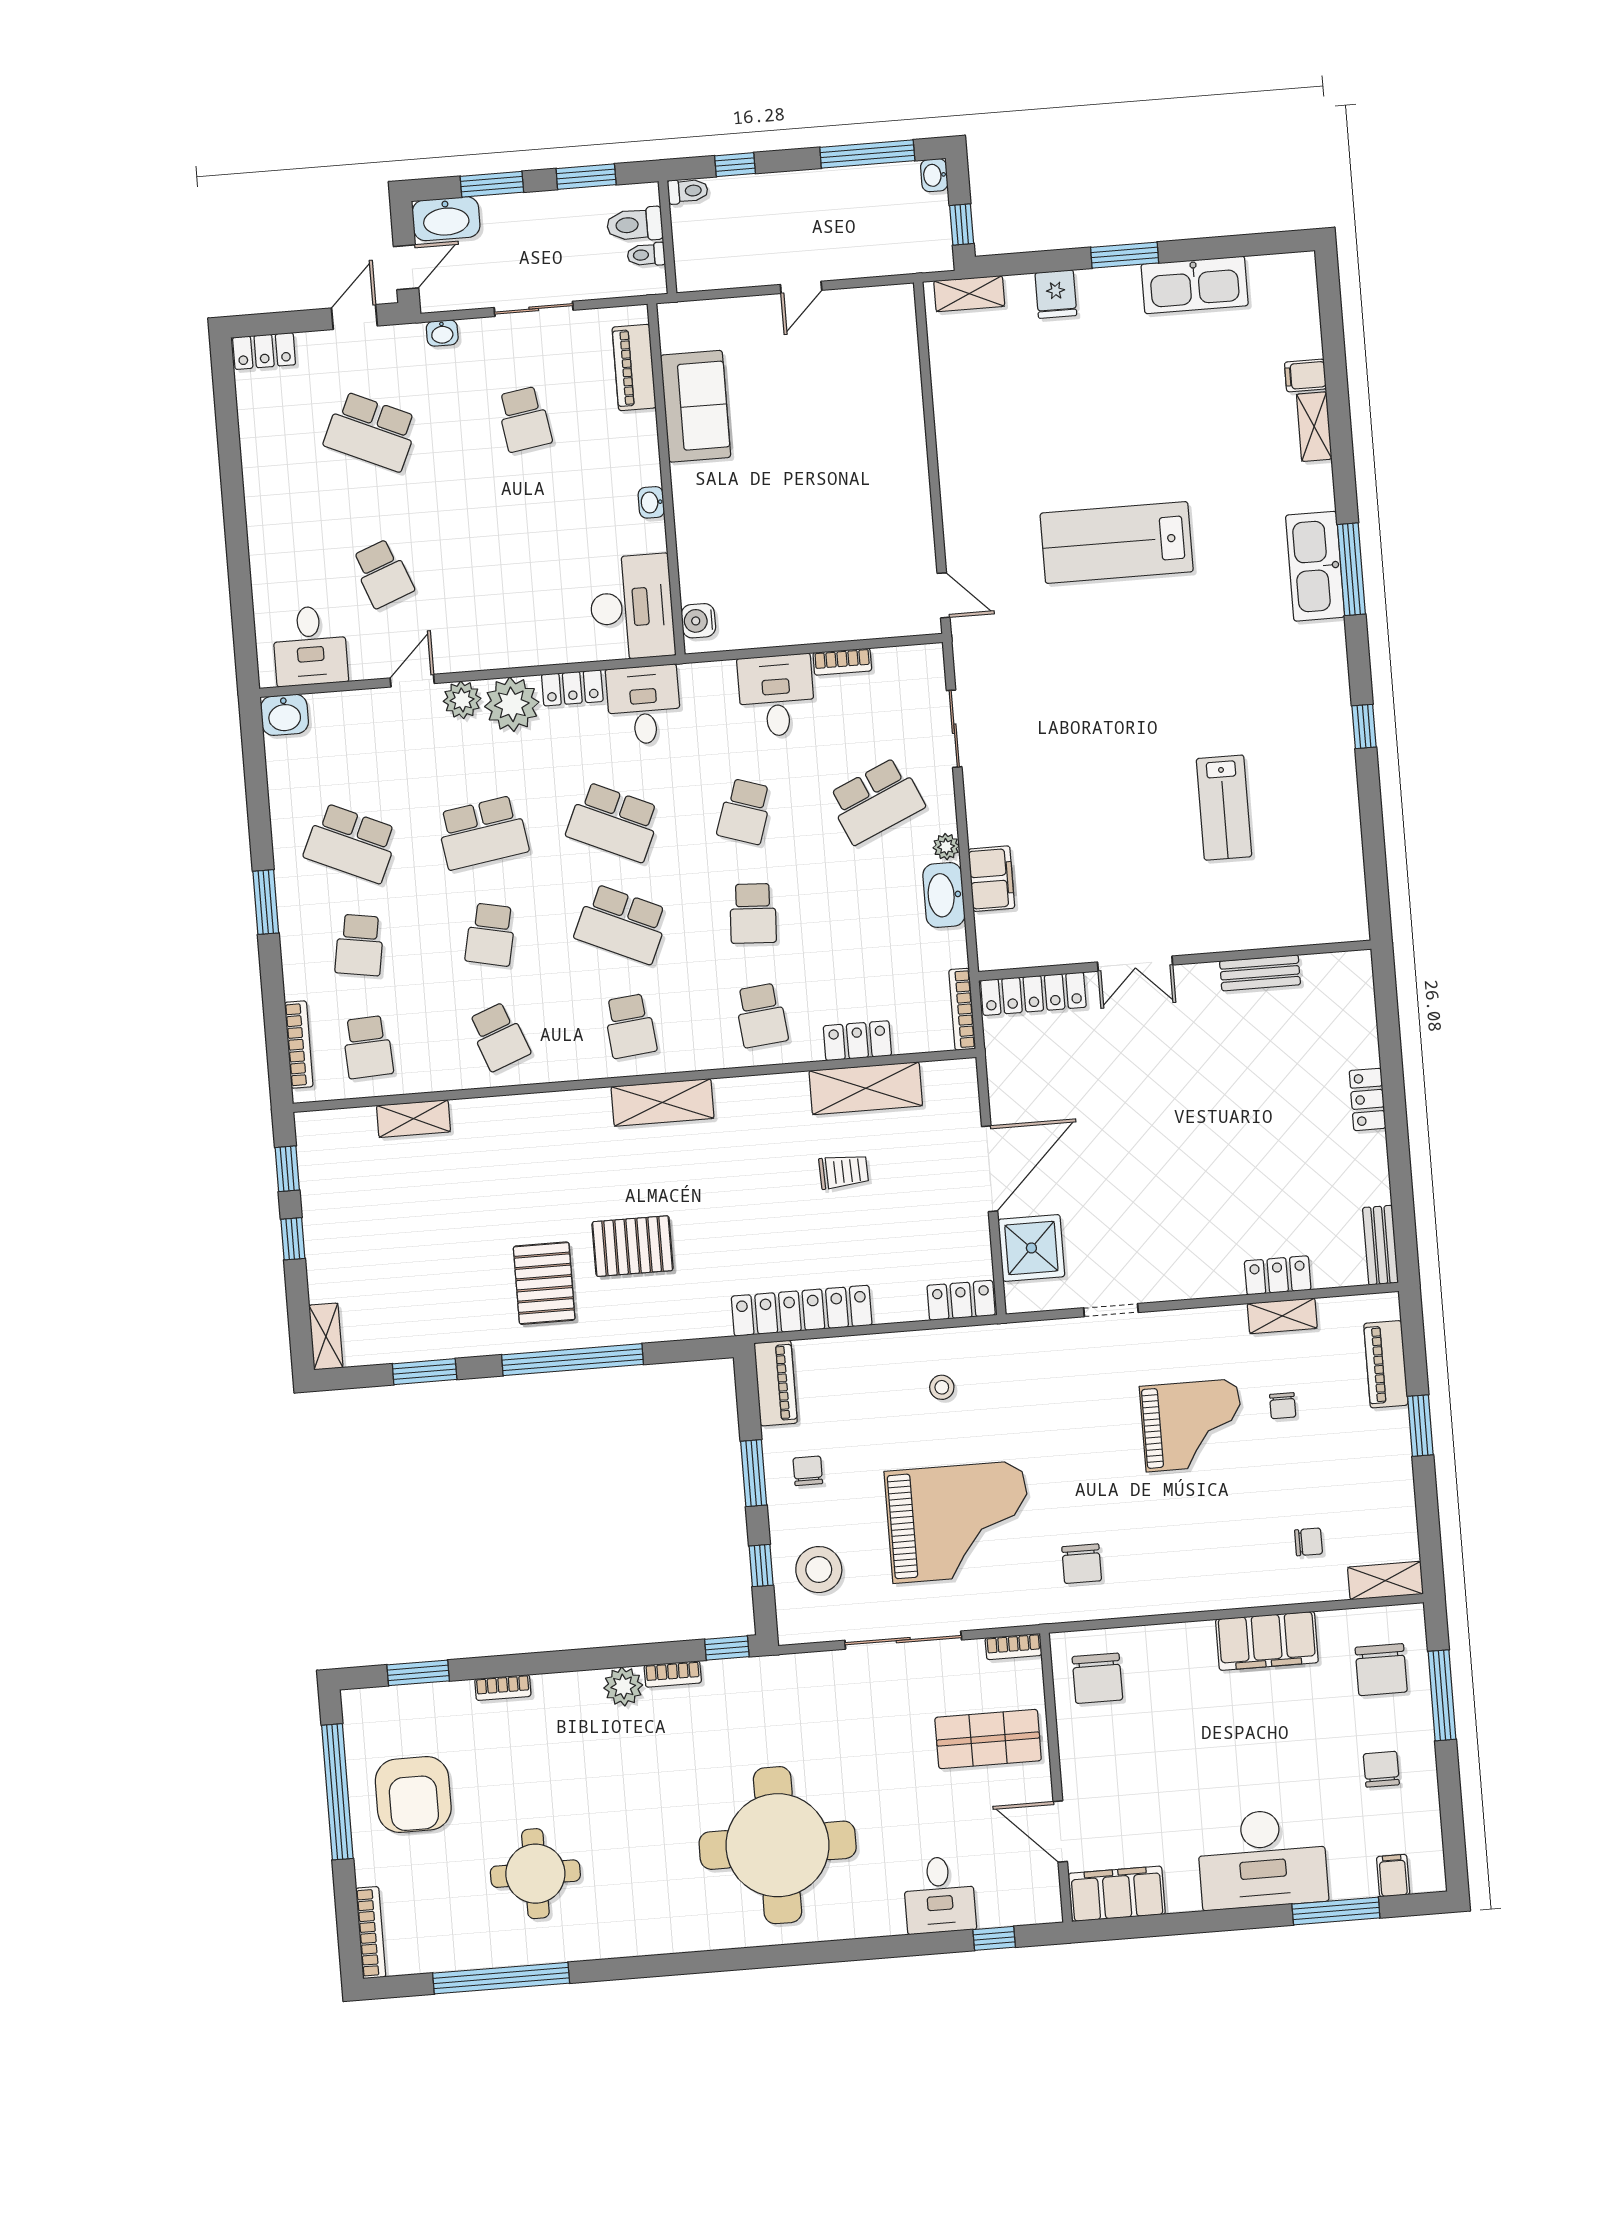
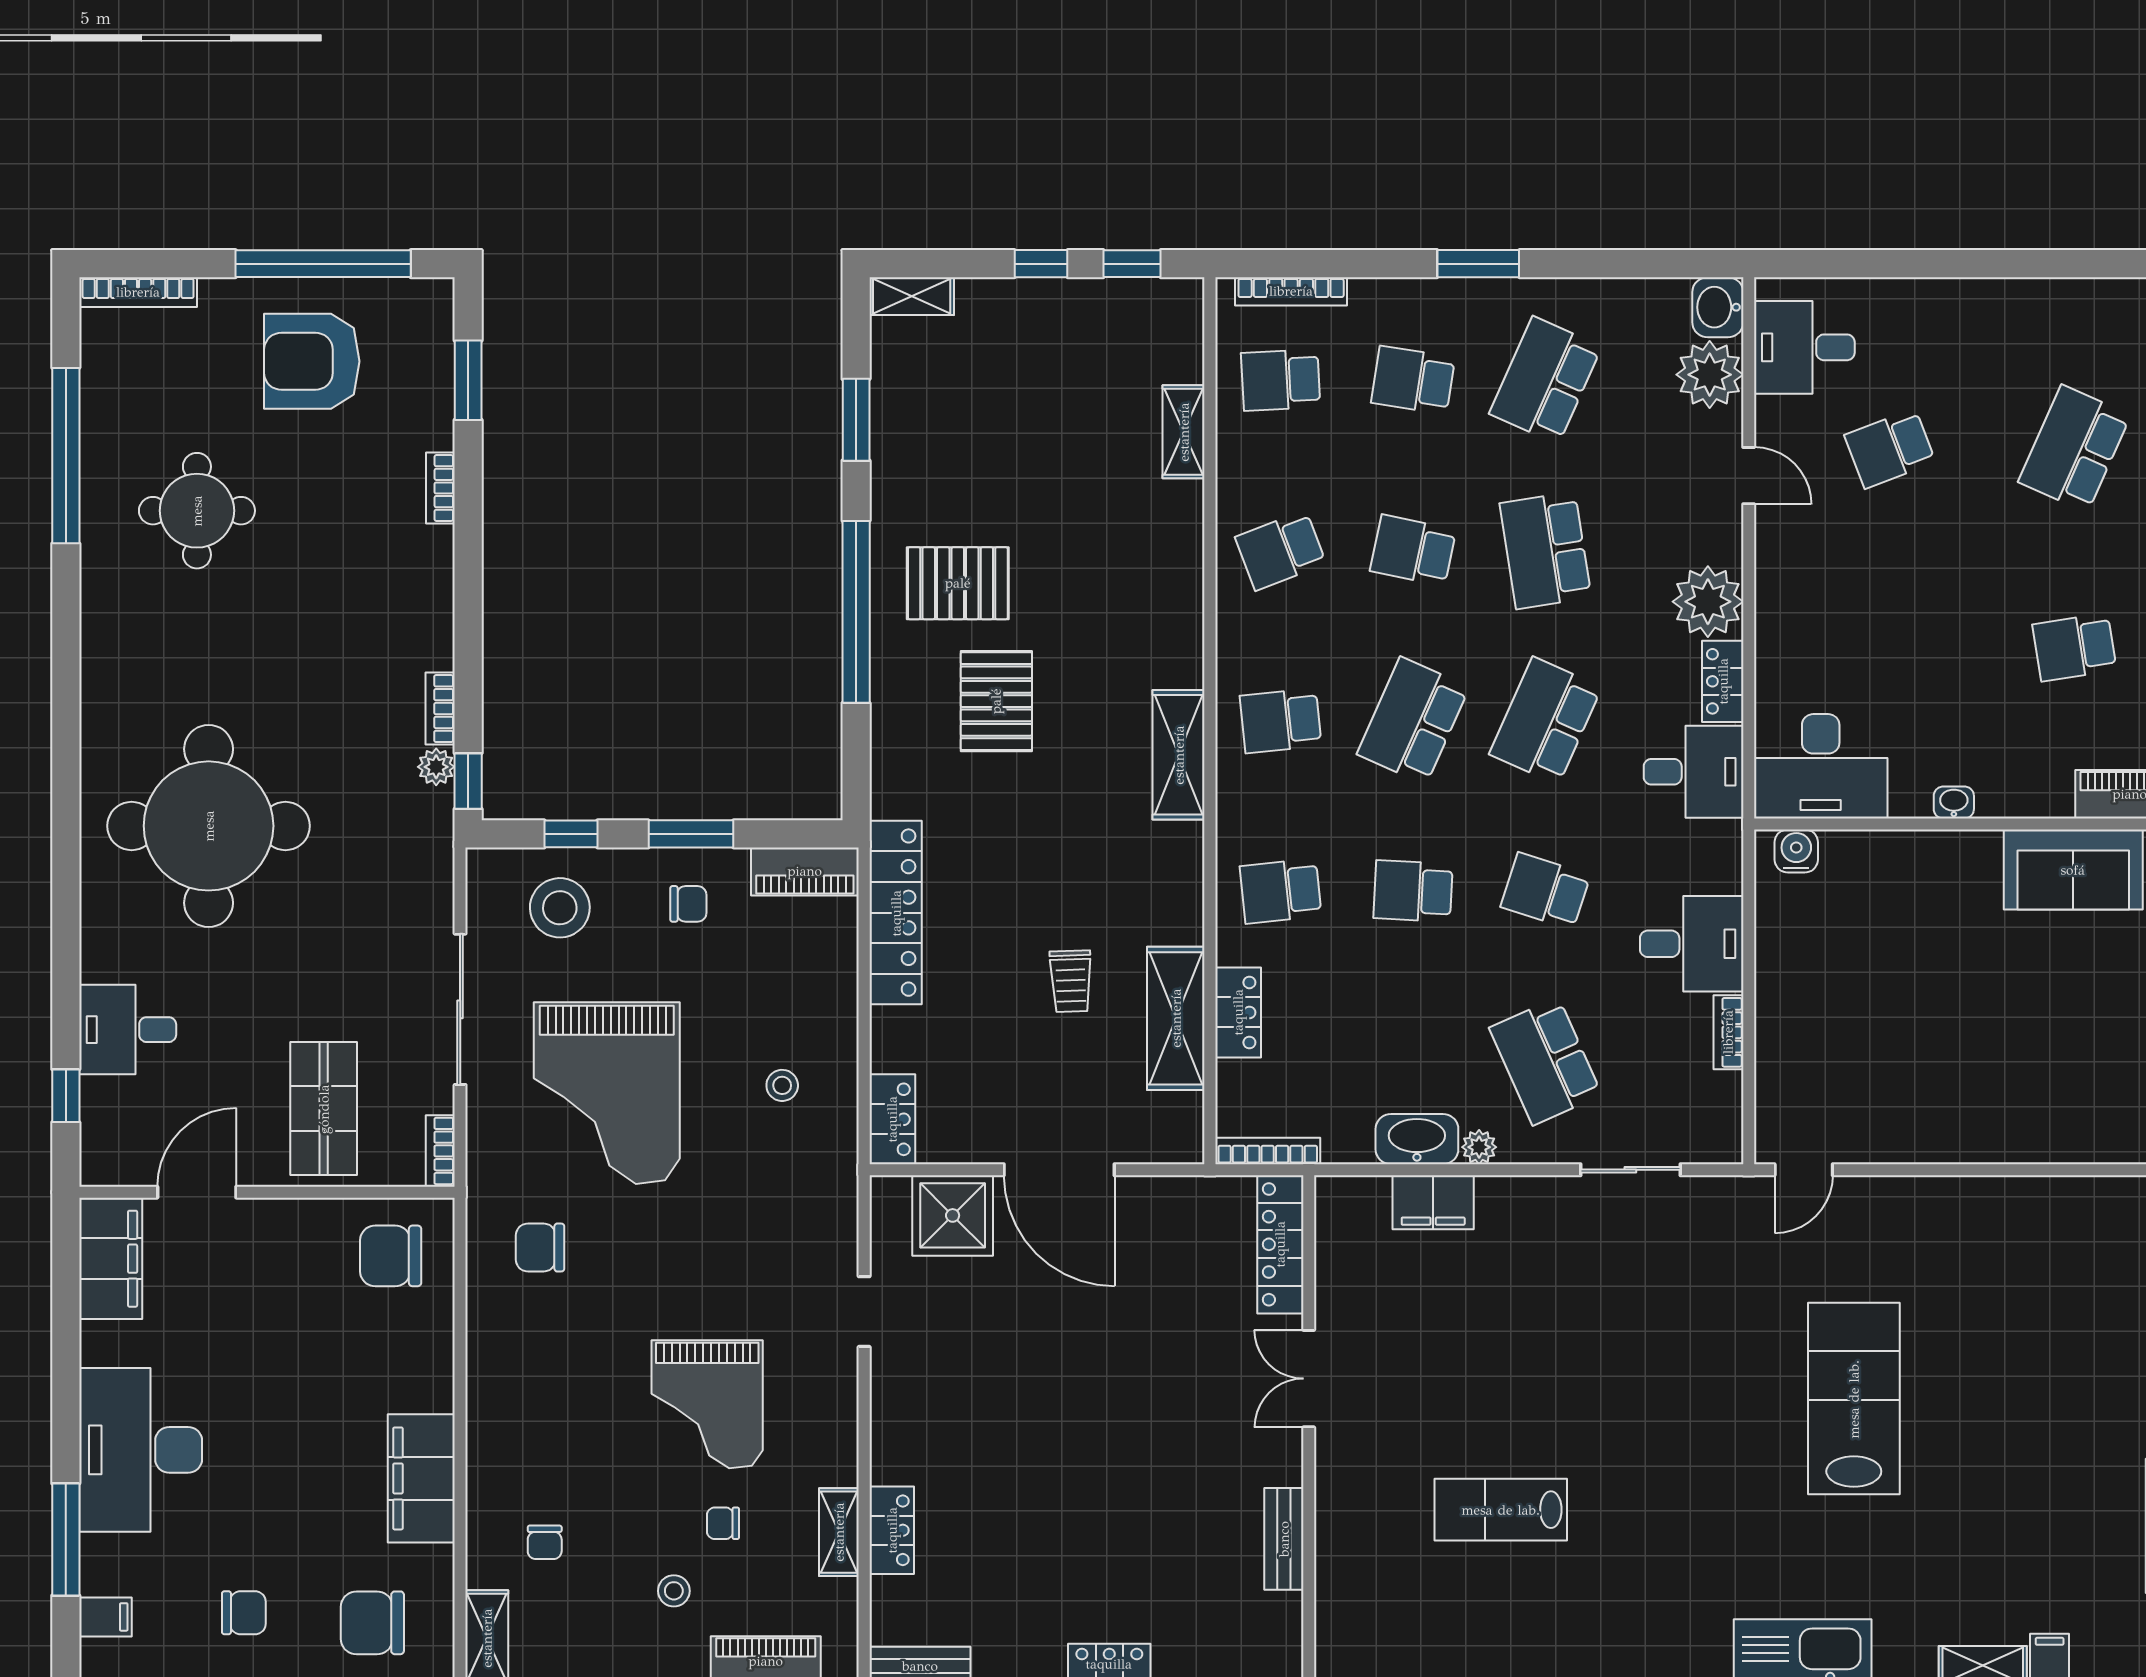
plant: (462, 700) -> (1710, 375), moved, width x1.36, depth x1.36
stool: (1338, 1439) -> (674, 1591), added
plant: (623, 1687) -> (436, 767), moved, width x0.73, depth x0.73

